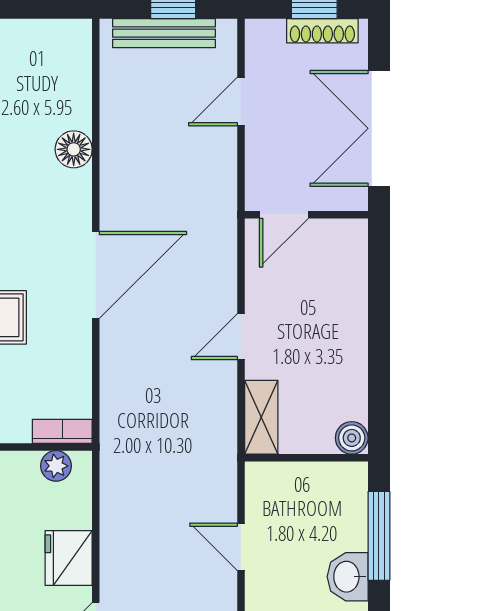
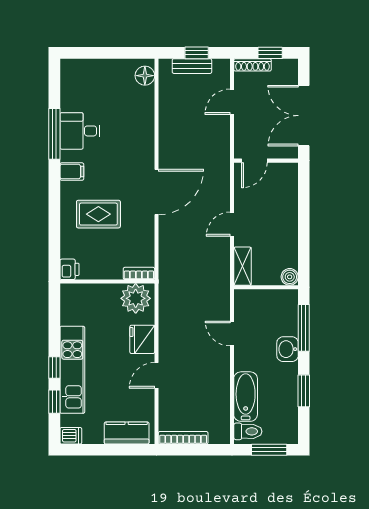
shoe rack: (322, 31) -> (253, 65), moved
bench: (164, 33) -> (192, 66), width x0.73
floor lamp: (74, 149) -> (145, 76), moved
plant: (56, 466) -> (136, 298), width x1.87, depth x1.87

